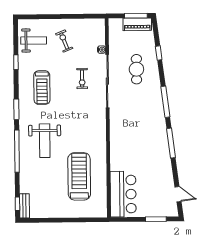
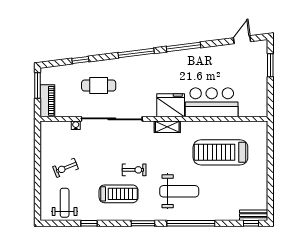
piano: (137, 24) -> (47, 101), moved
exercise bike: (82, 79) -> (134, 170), moved
shelving: (101, 130) -> (167, 127), added
fridge: (120, 132) -> (171, 105), added
bar counter: (123, 194) -> (212, 102), moved

